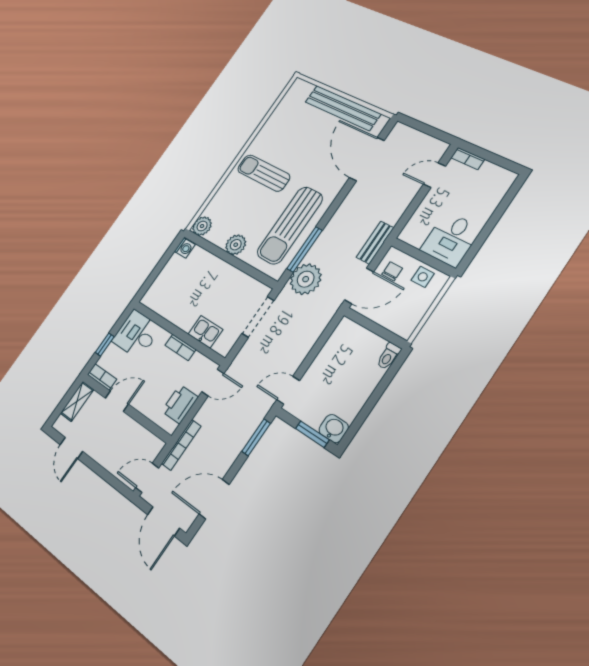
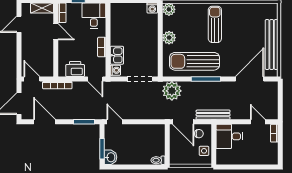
desk: (451, 239) -> (229, 136), moved
bench: (375, 243) -> (213, 115), width x1.36
window: (304, 249) -> (206, 79), moved
washing machine: (222, 346) -> (115, 70), added

